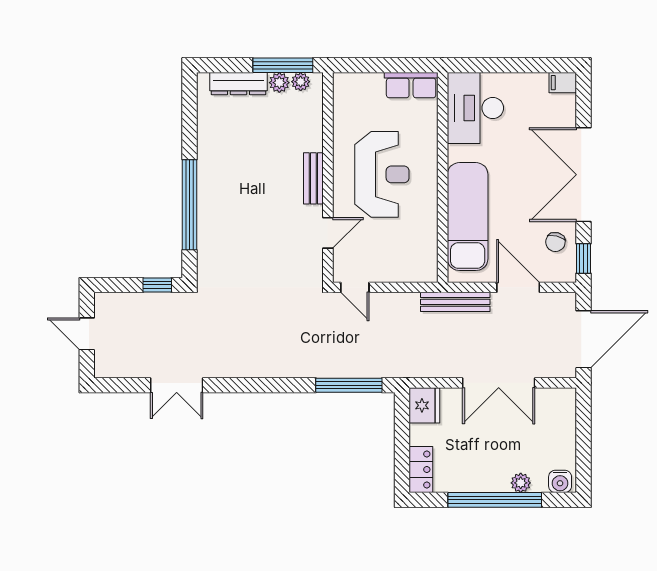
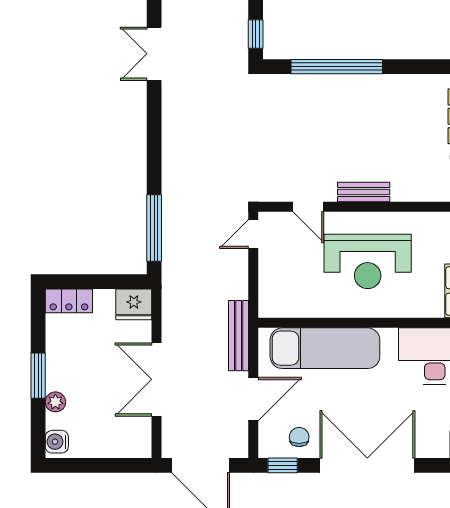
chair: (555, 242) -> (299, 437), turned 76
window: (495, 500) -> (38, 376), width x0.47

